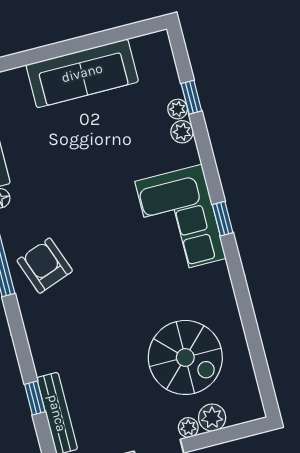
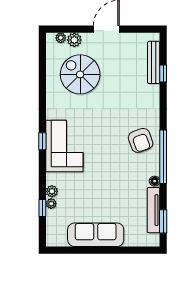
plant: (188, 427) -> (61, 38), moved

